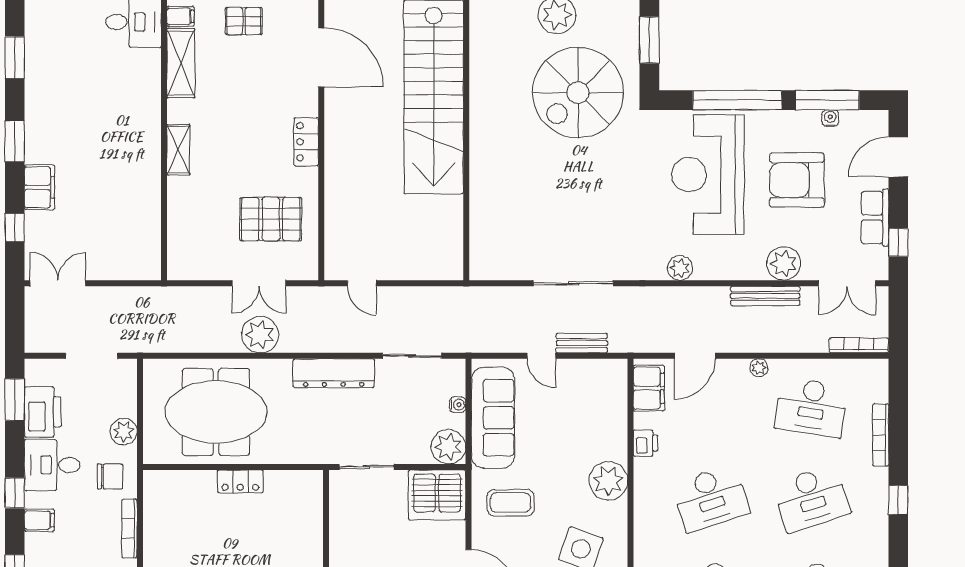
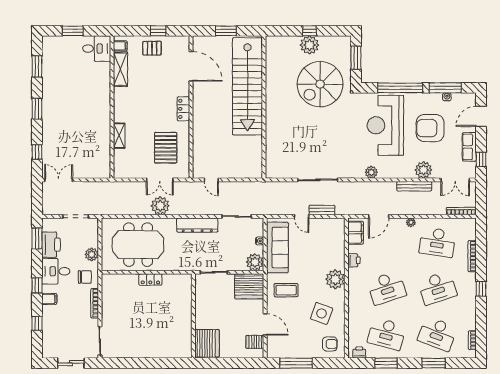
shelving: (178, 150) -> (119, 136), moved
filing cabinet: (39, 187) -> (49, 132), removed
pallet: (271, 219) -> (166, 148), turned 90

